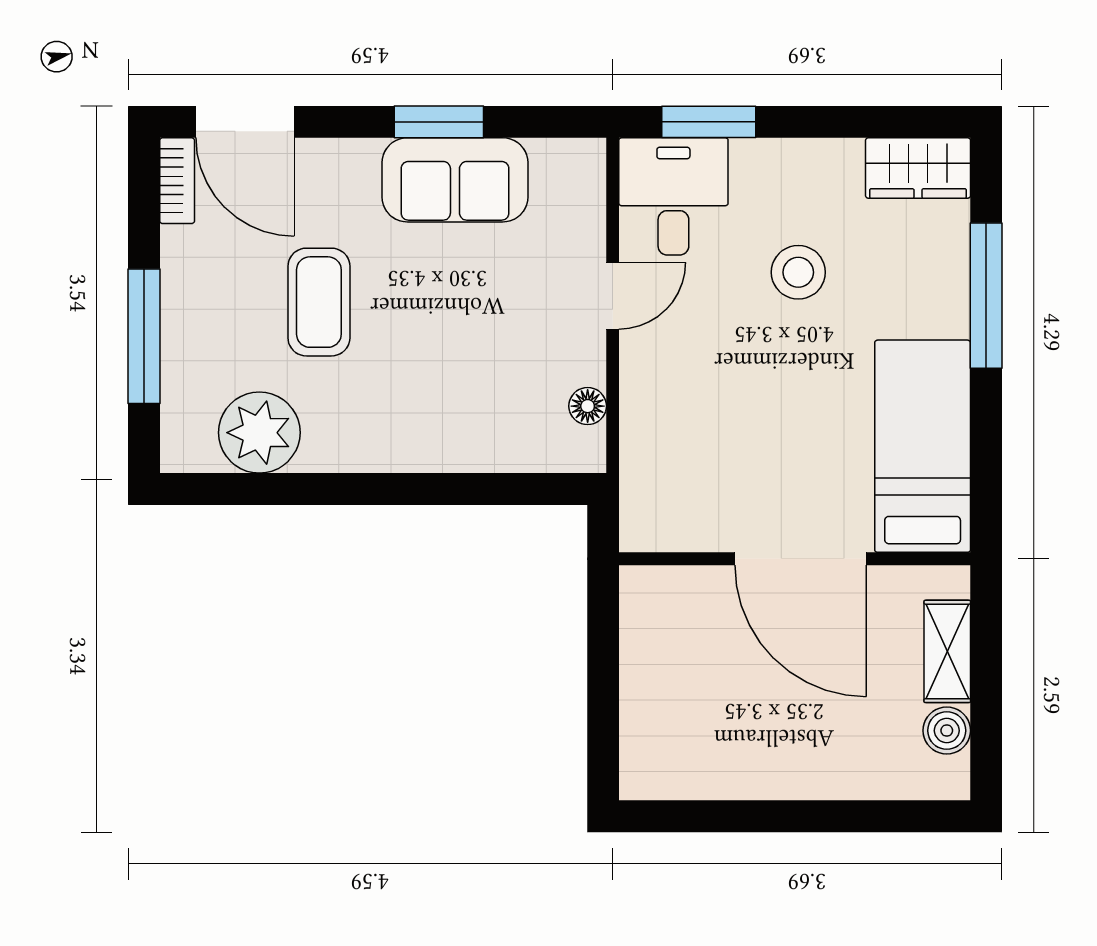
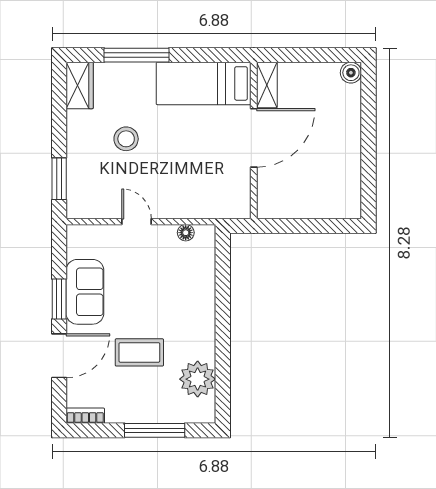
door: (245, 122) -> (59, 356), moved
desk: (673, 196) -> (92, 194), removed
shelving: (947, 651) -> (267, 85), moved, turned 90
boiler: (947, 731) -> (351, 73), moved

